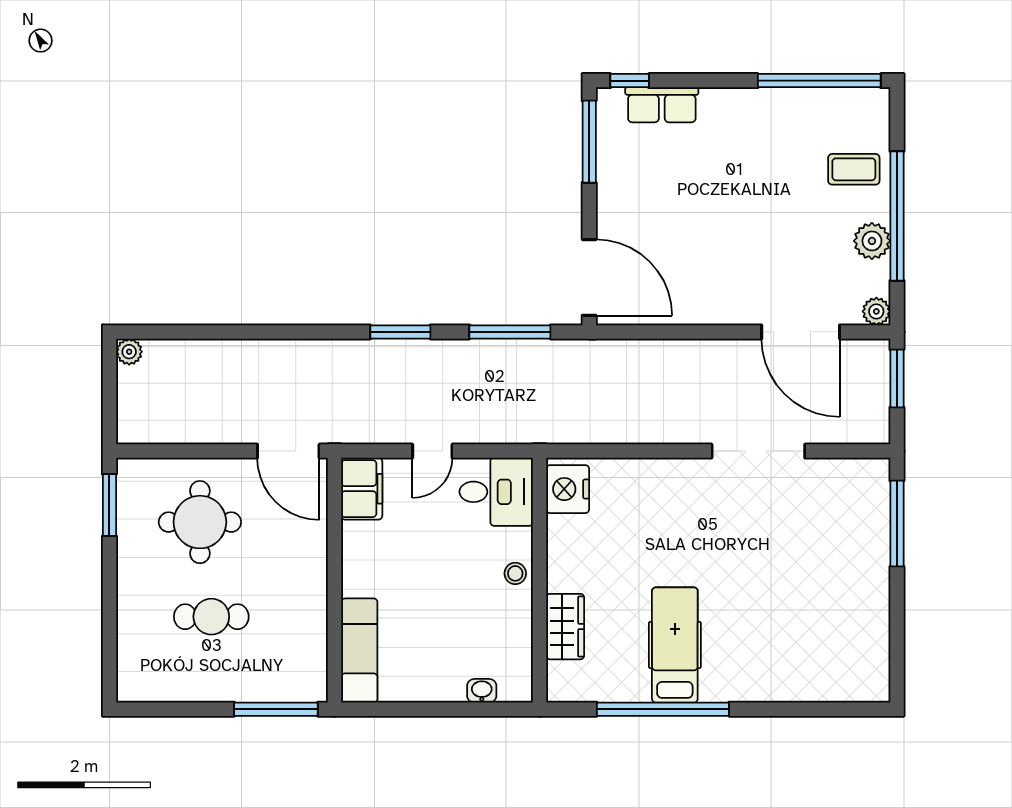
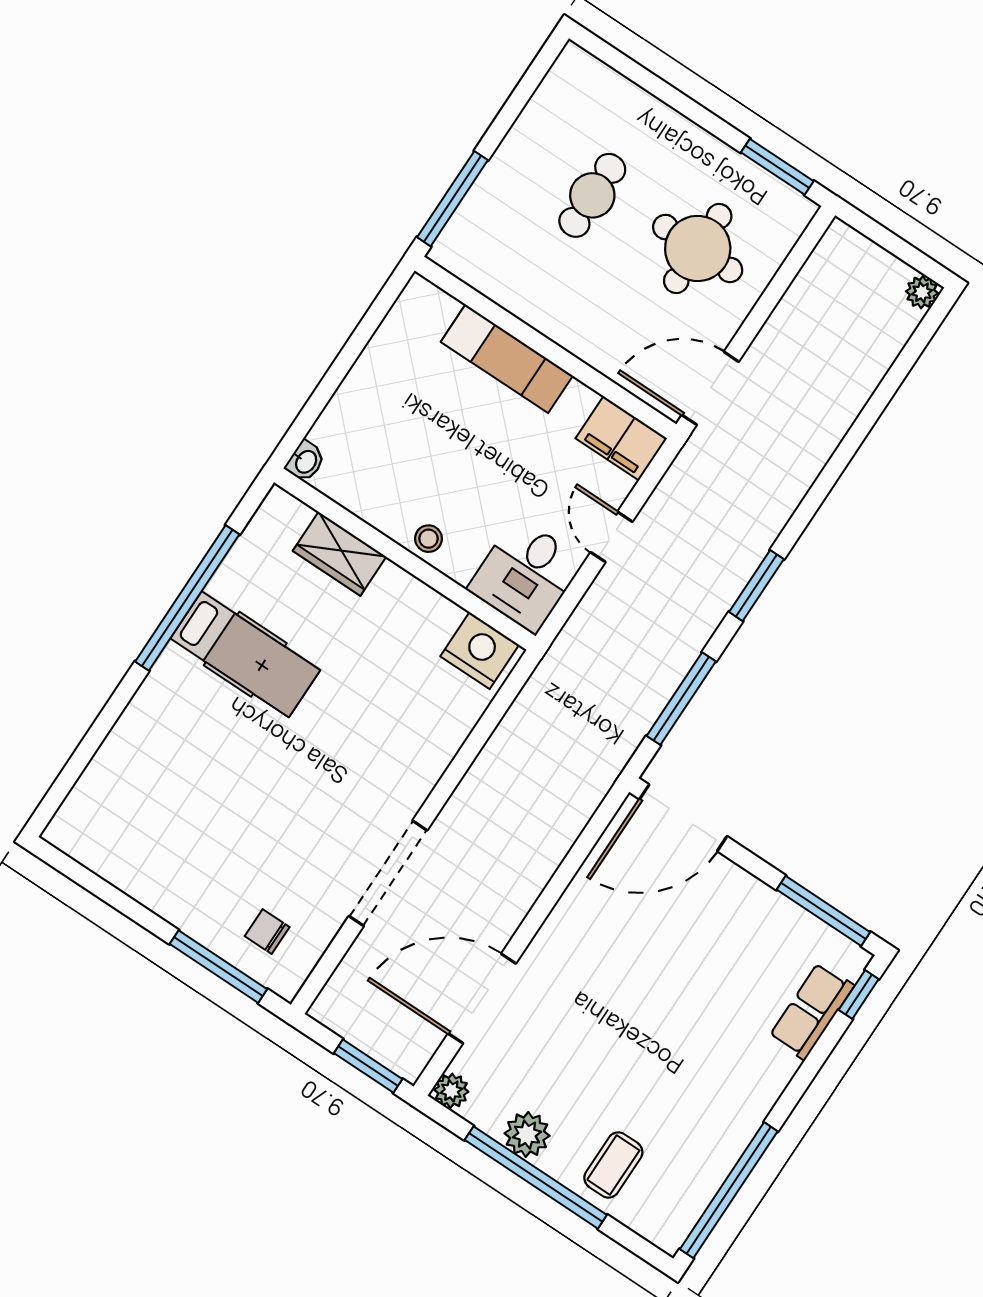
chair: (852, 506) -> (267, 932), added
exam couch: (359, 651) -> (507, 359), moved
washbasin: (482, 691) -> (305, 461), moved

